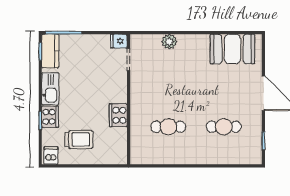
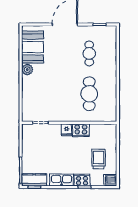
fridge: (119, 41) -> (67, 130), moved
plant: (169, 42) -> (27, 70), moved
cafe table: (168, 127) -> (89, 94), width x1.37, depth x1.35

